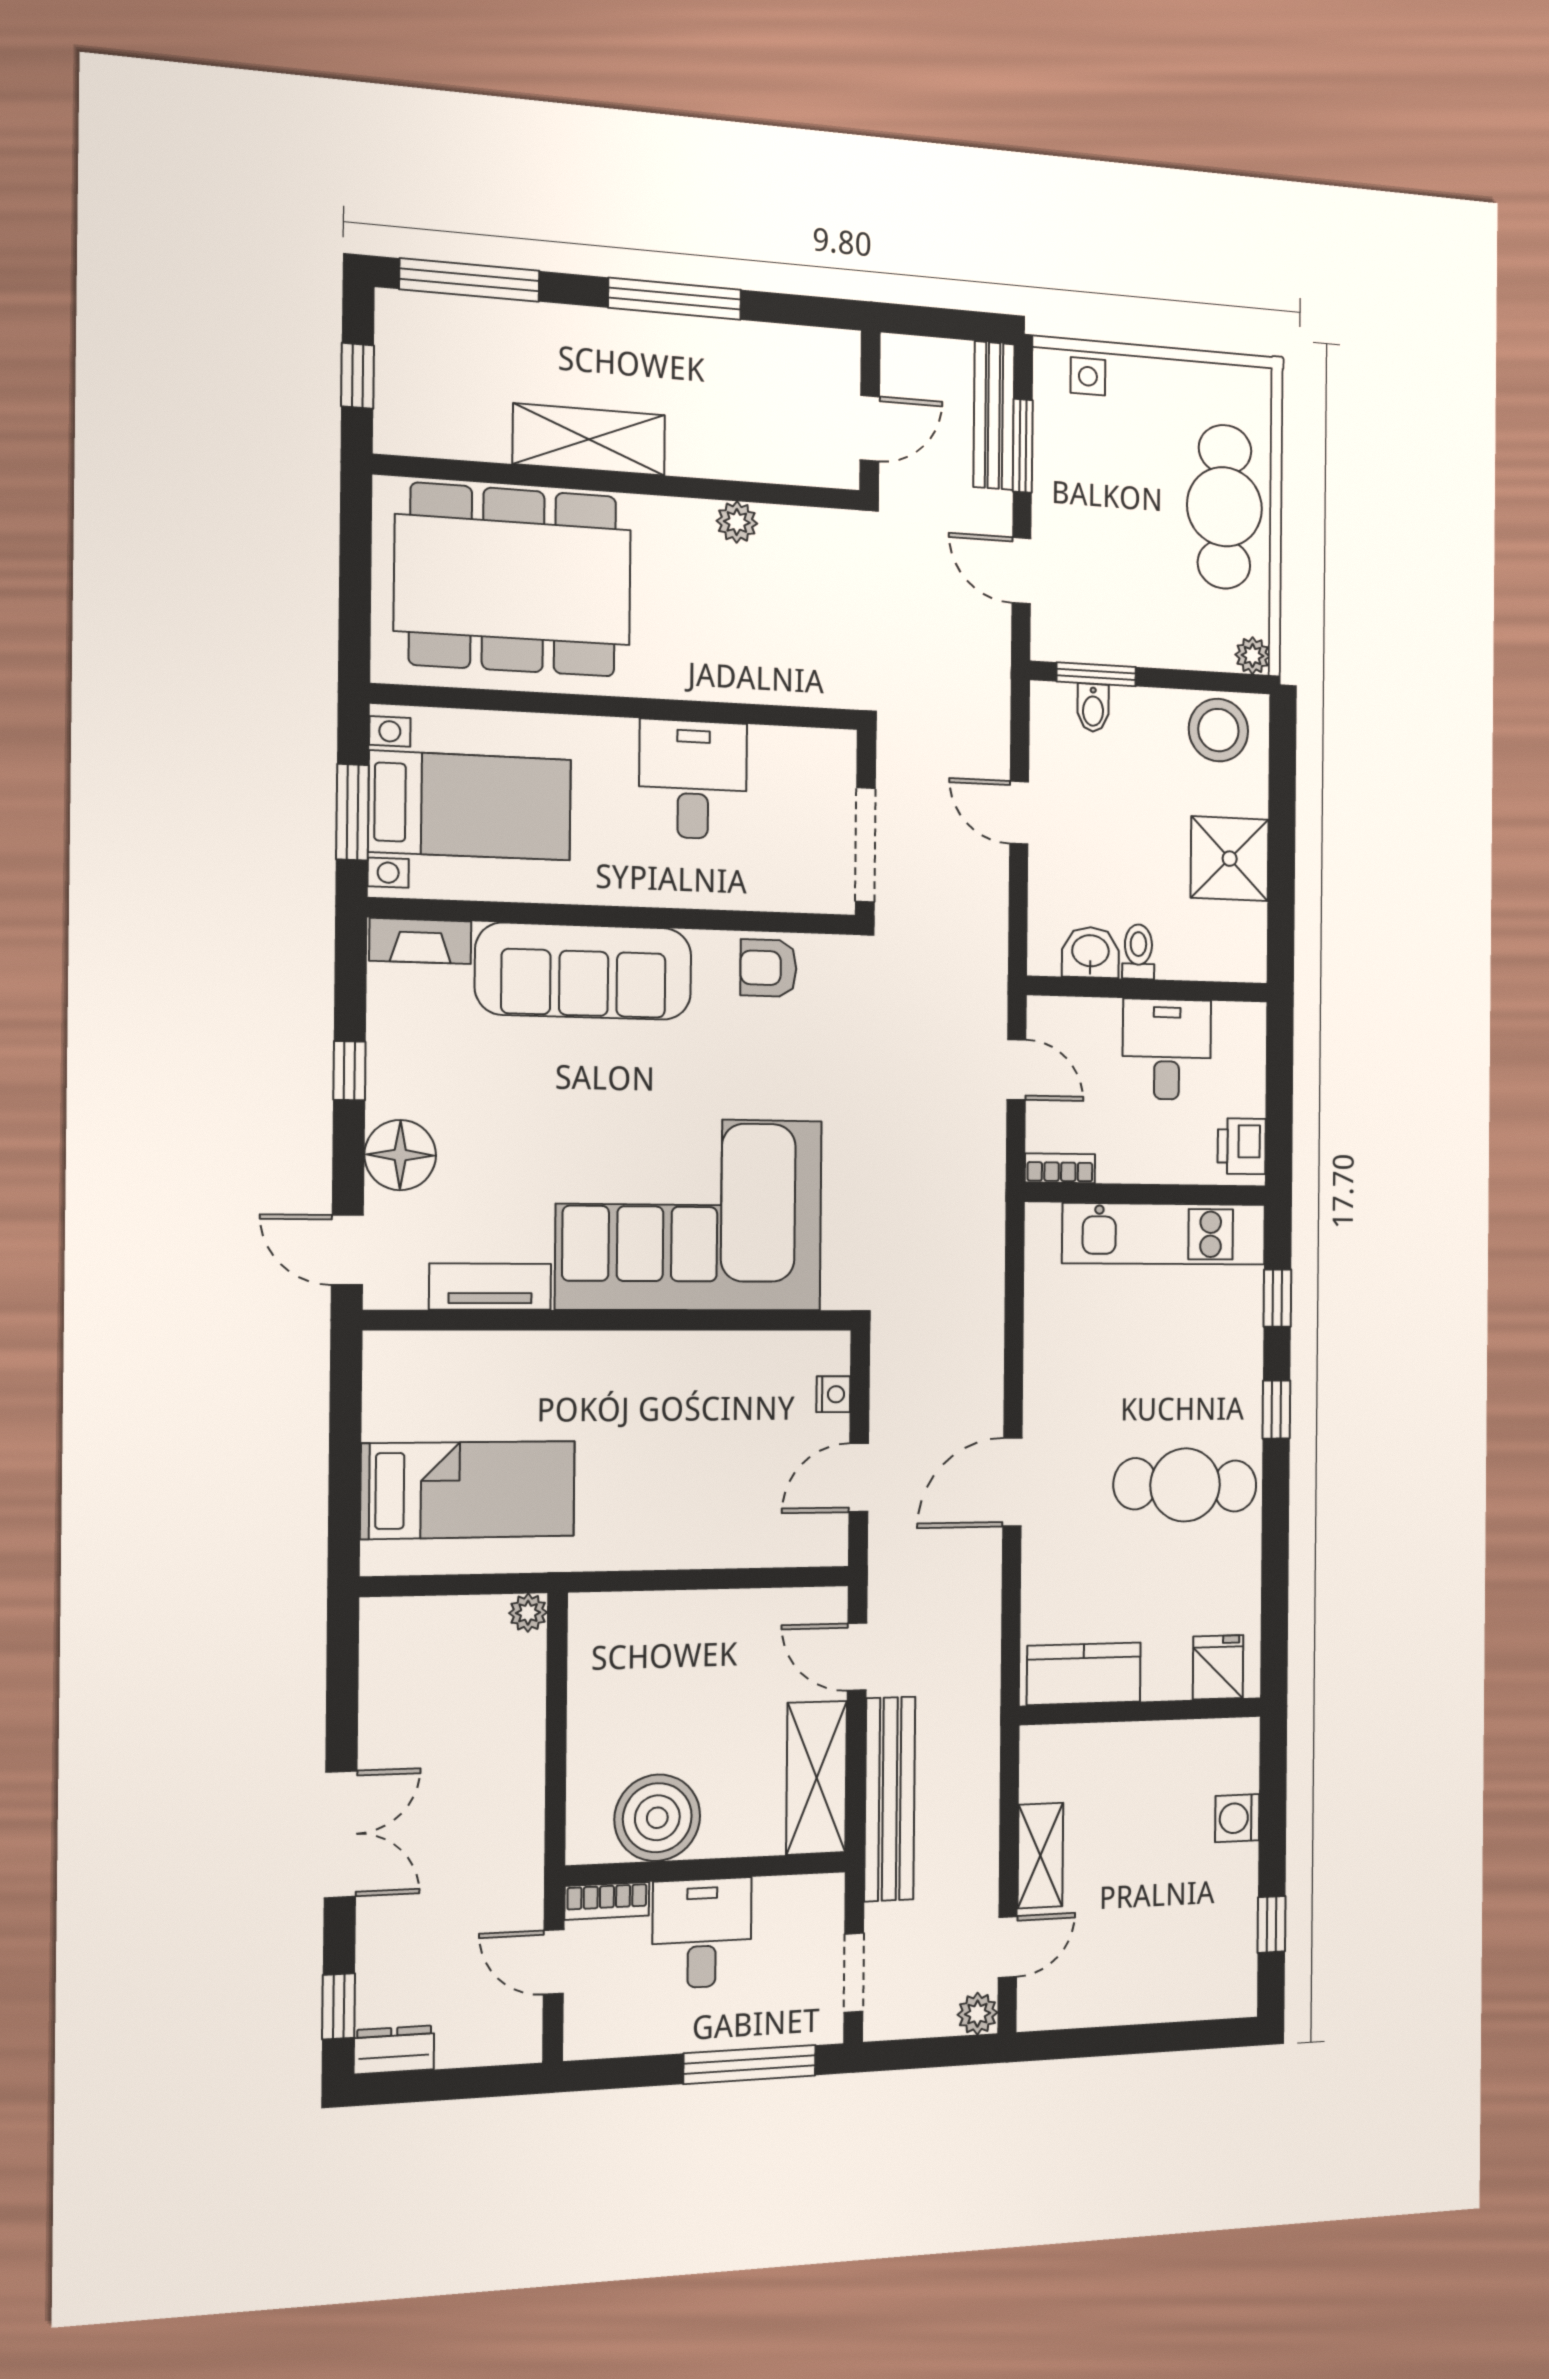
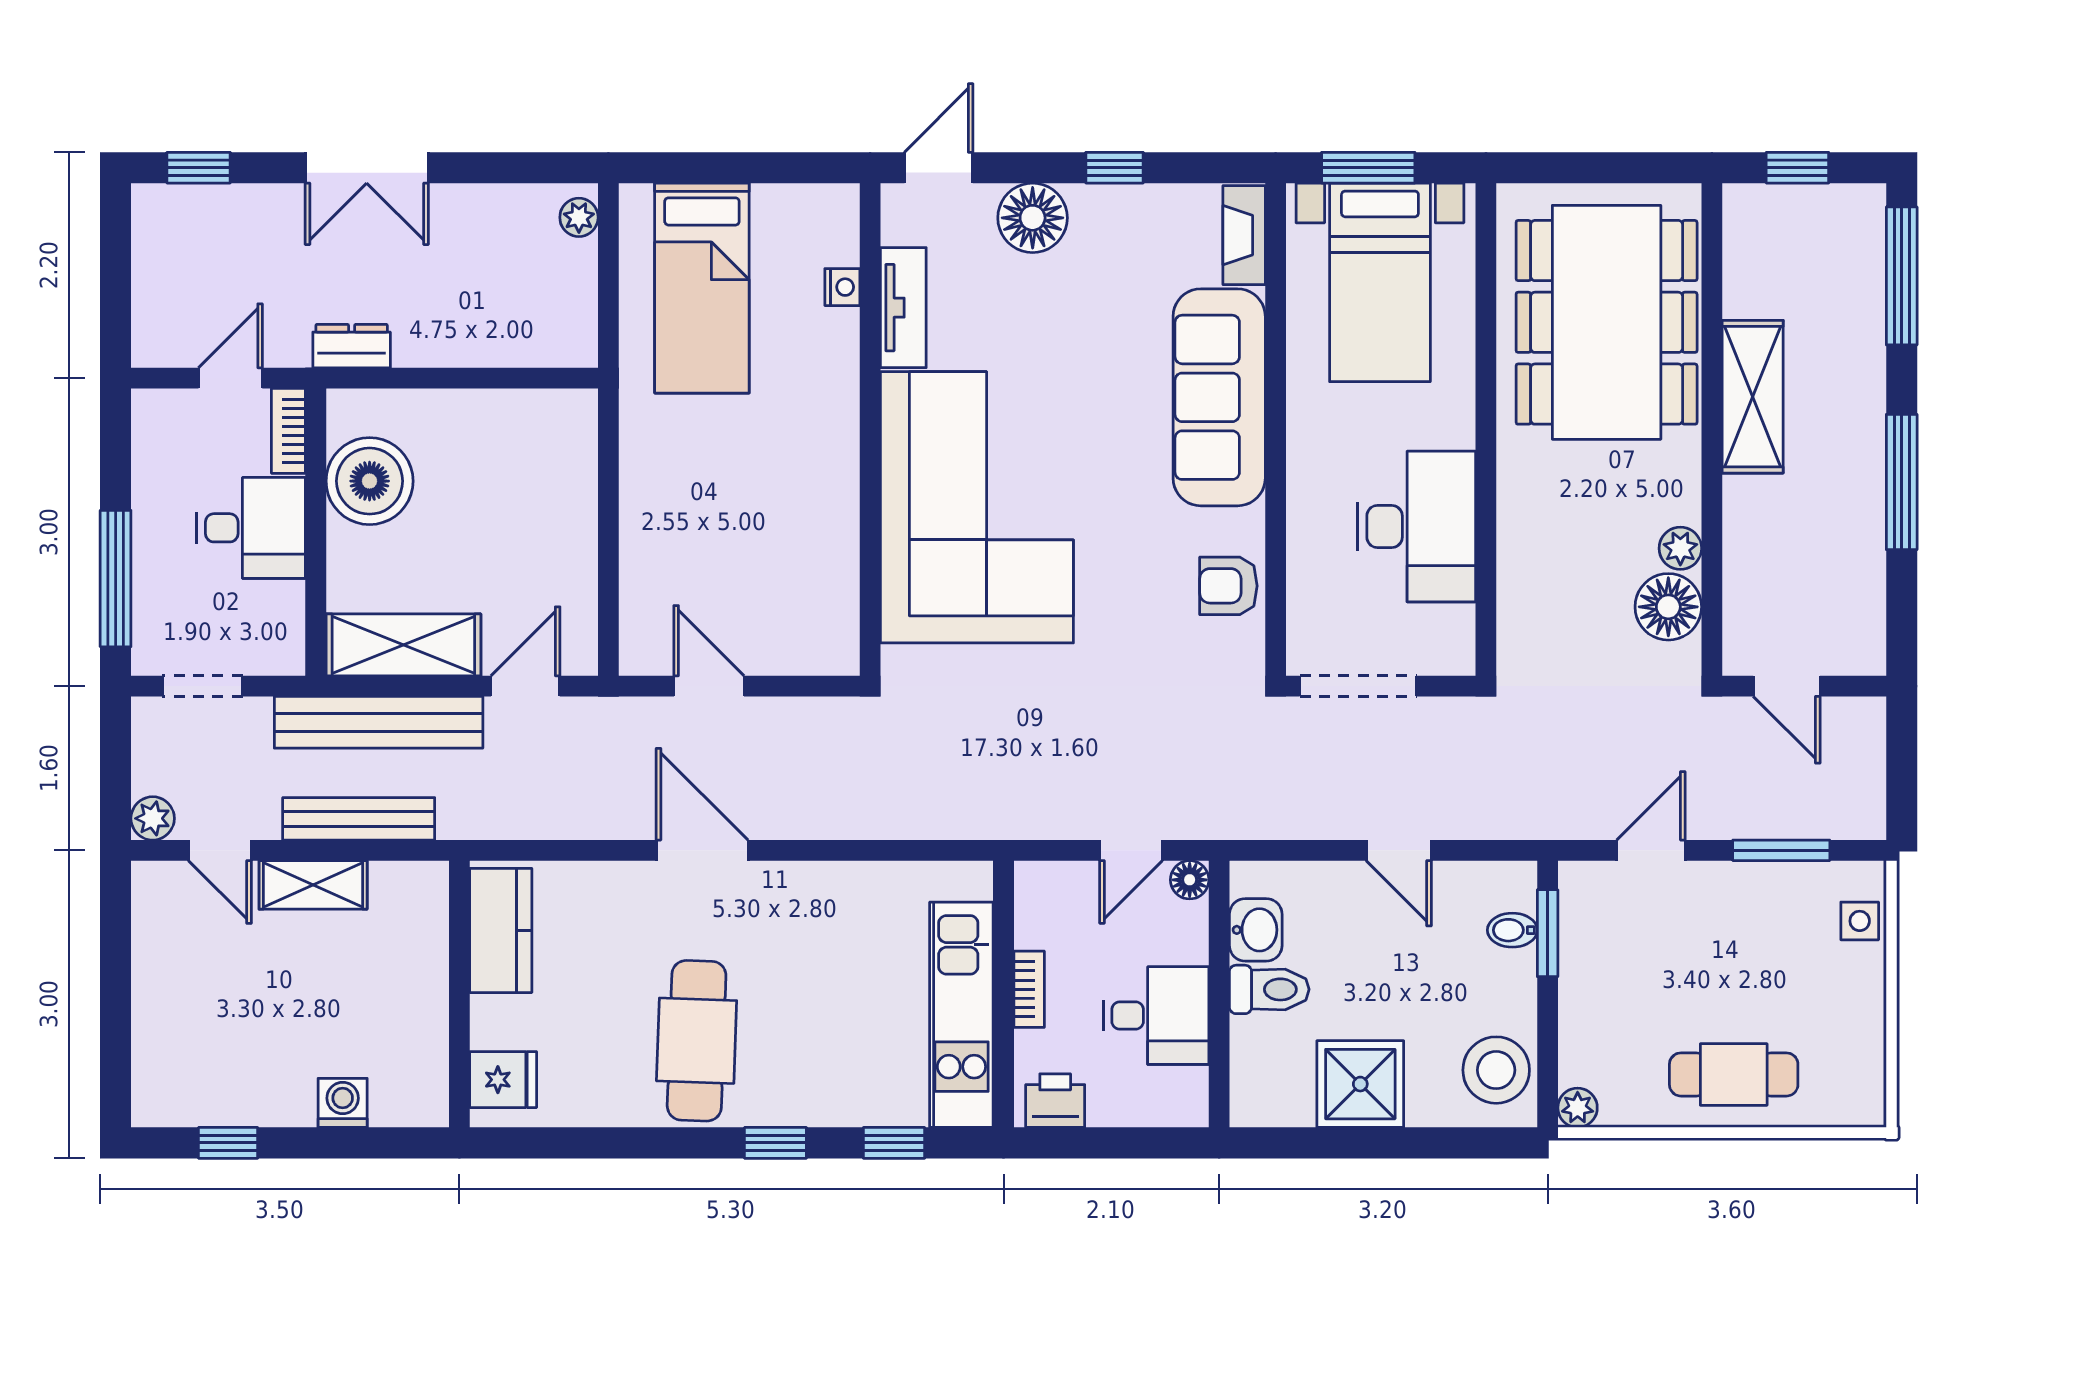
bench: (994, 416) -> (359, 819), moved
cafe table: (1224, 507) -> (1734, 1074), width x0.73, depth x0.74
floor lamp: (793, 538) -> (1668, 607), added
desk: (693, 780) -> (1417, 527), width x1.37
door: (1019, 813) -> (1399, 850), swing flipped
toilet: (1138, 952) -> (1269, 989), width x1.37, depth x1.39
armchair: (768, 968) -> (1228, 586), turned -90
floor lamp: (1044, 1014) -> (1190, 880), added
bookcase: (1060, 1168) -> (1029, 989), moved
nightstand: (833, 1394) -> (842, 287), moved, turned -90
plant: (528, 1613) -> (579, 217), moved
dresser: (394, 2050) -> (352, 346), moved, turned -90

